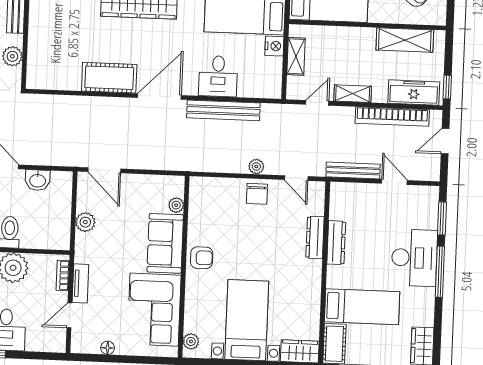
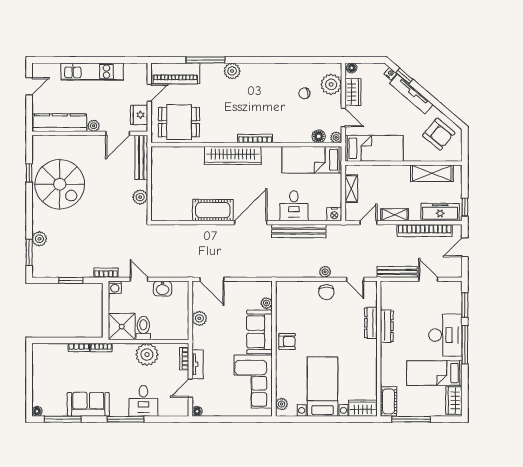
nightstand: (274, 46) -> (334, 214), moved, turned 90
bed: (362, 307) -> (434, 373), moved, turned 180
floor lamp: (108, 348) -> (197, 411), moved

